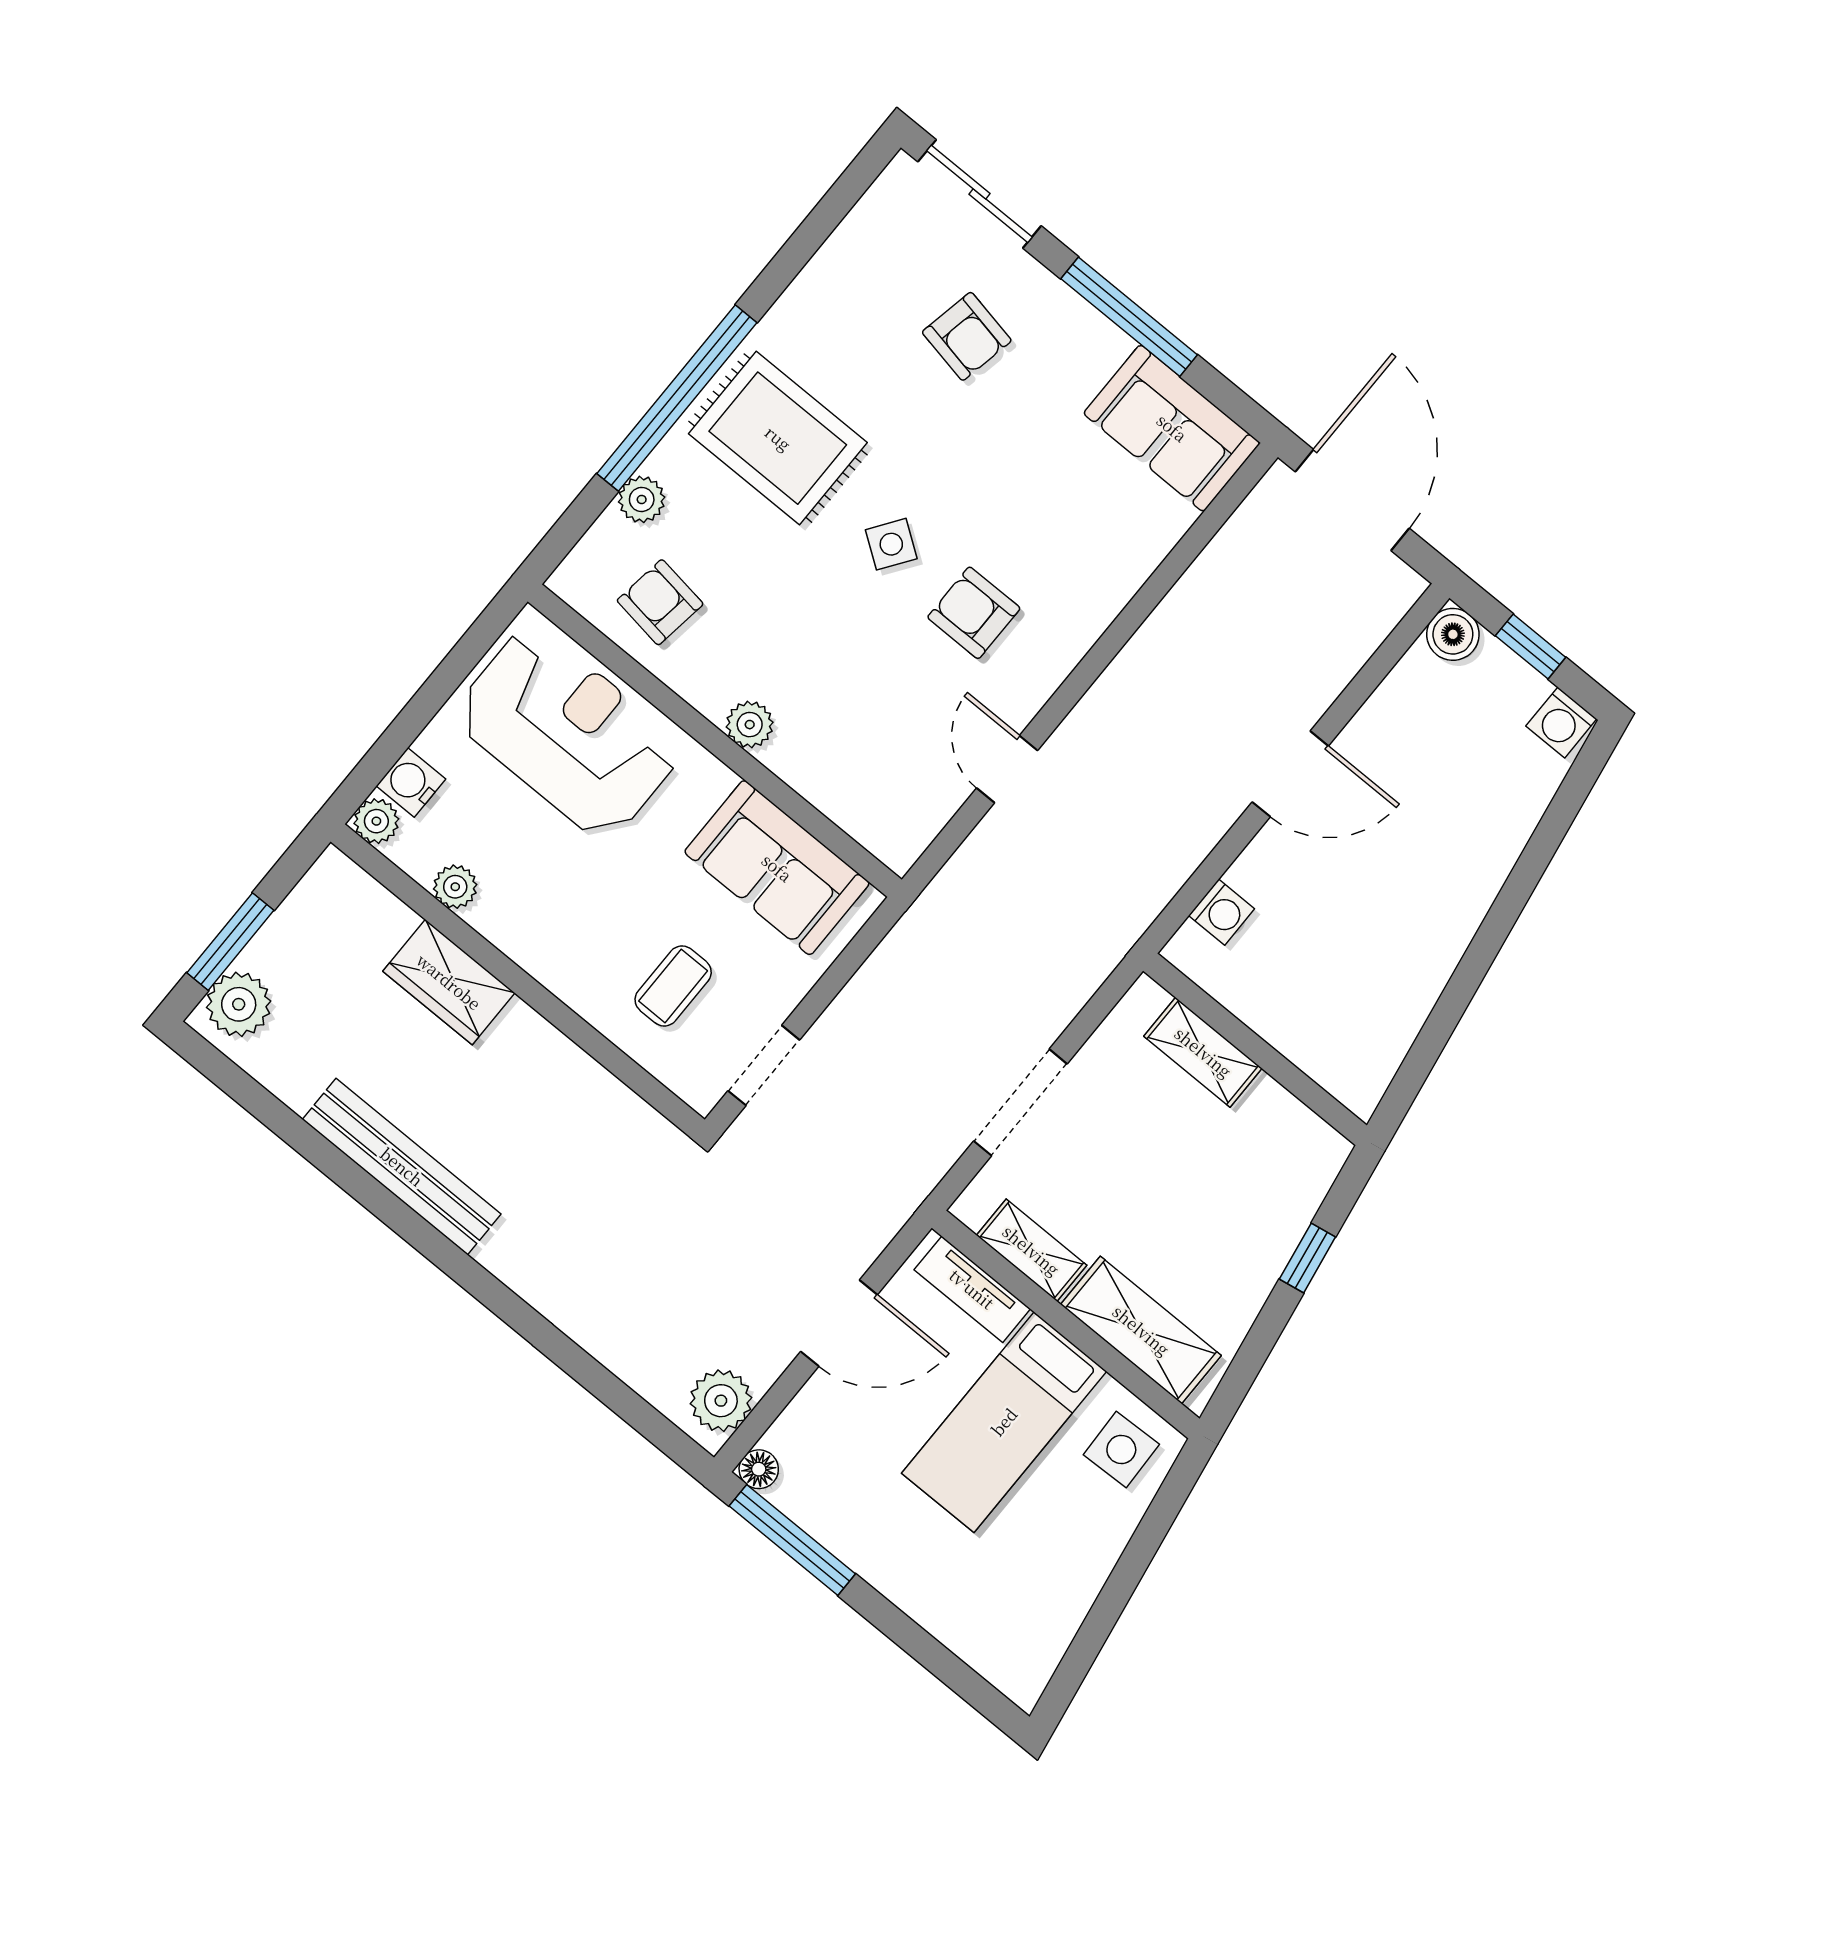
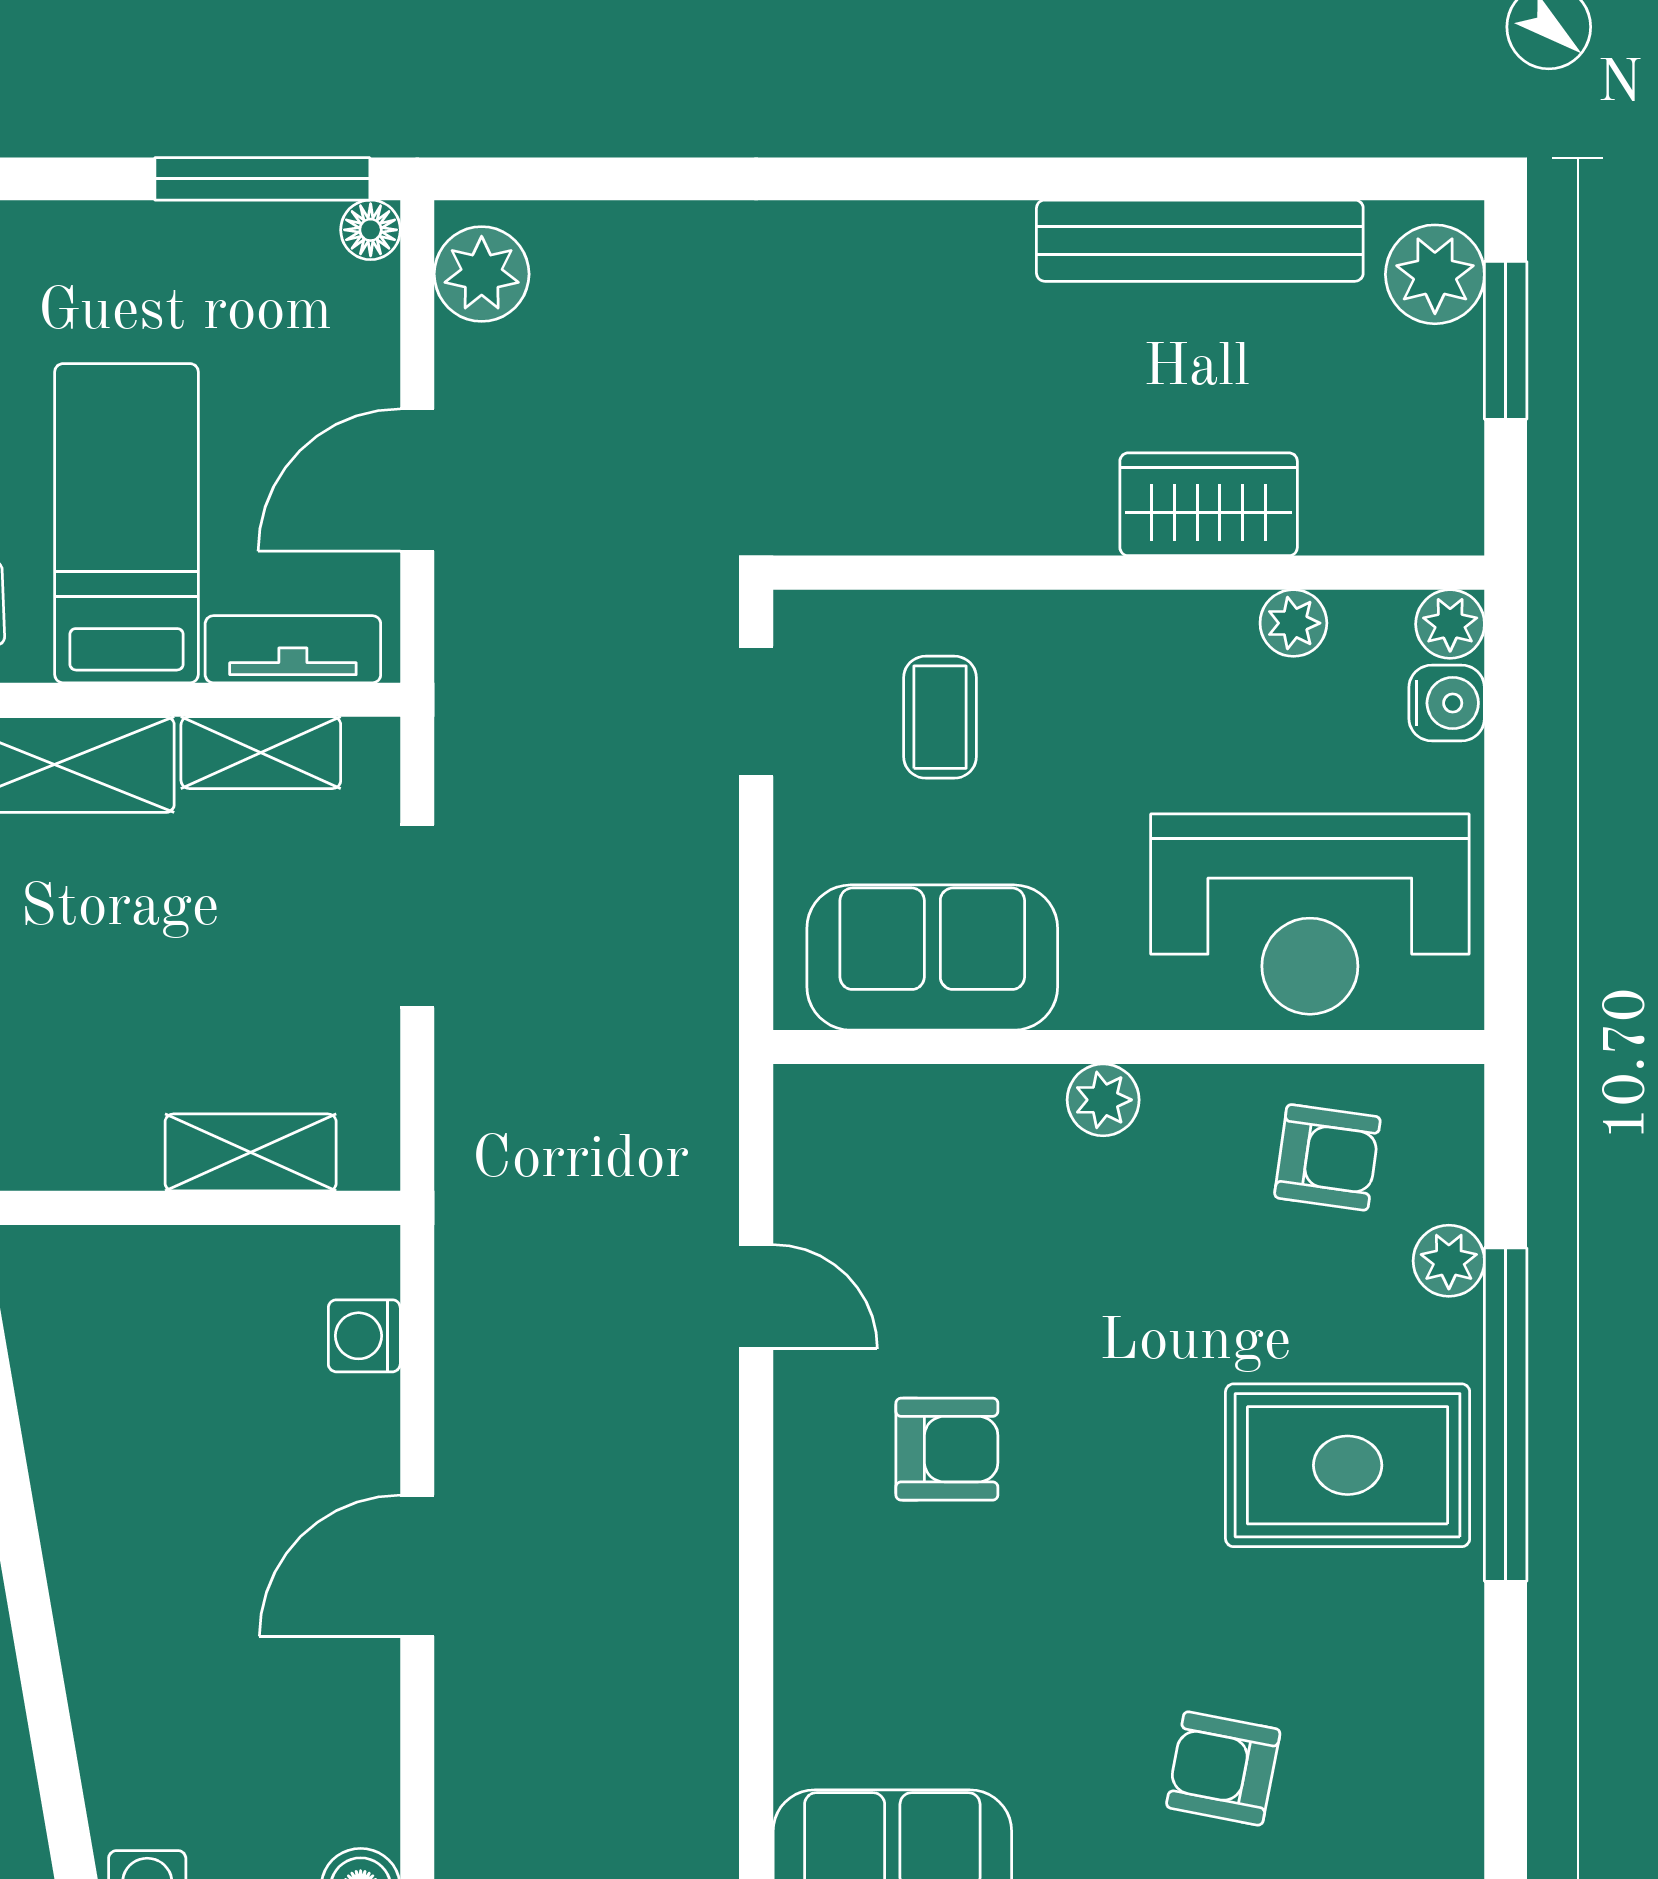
side table: (891, 544) -> (1111, 1450), removed
bench: (402, 1167) -> (1200, 241), moved

